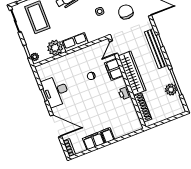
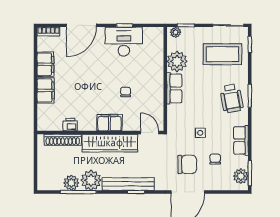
filing cabinet: (114, 69) -> (109, 123), moved
plant: (164, 76) -> (91, 180), added
printer: (125, 93) -> (70, 125), moved
filing cabinet: (108, 135) -> (46, 90), width x2.00

